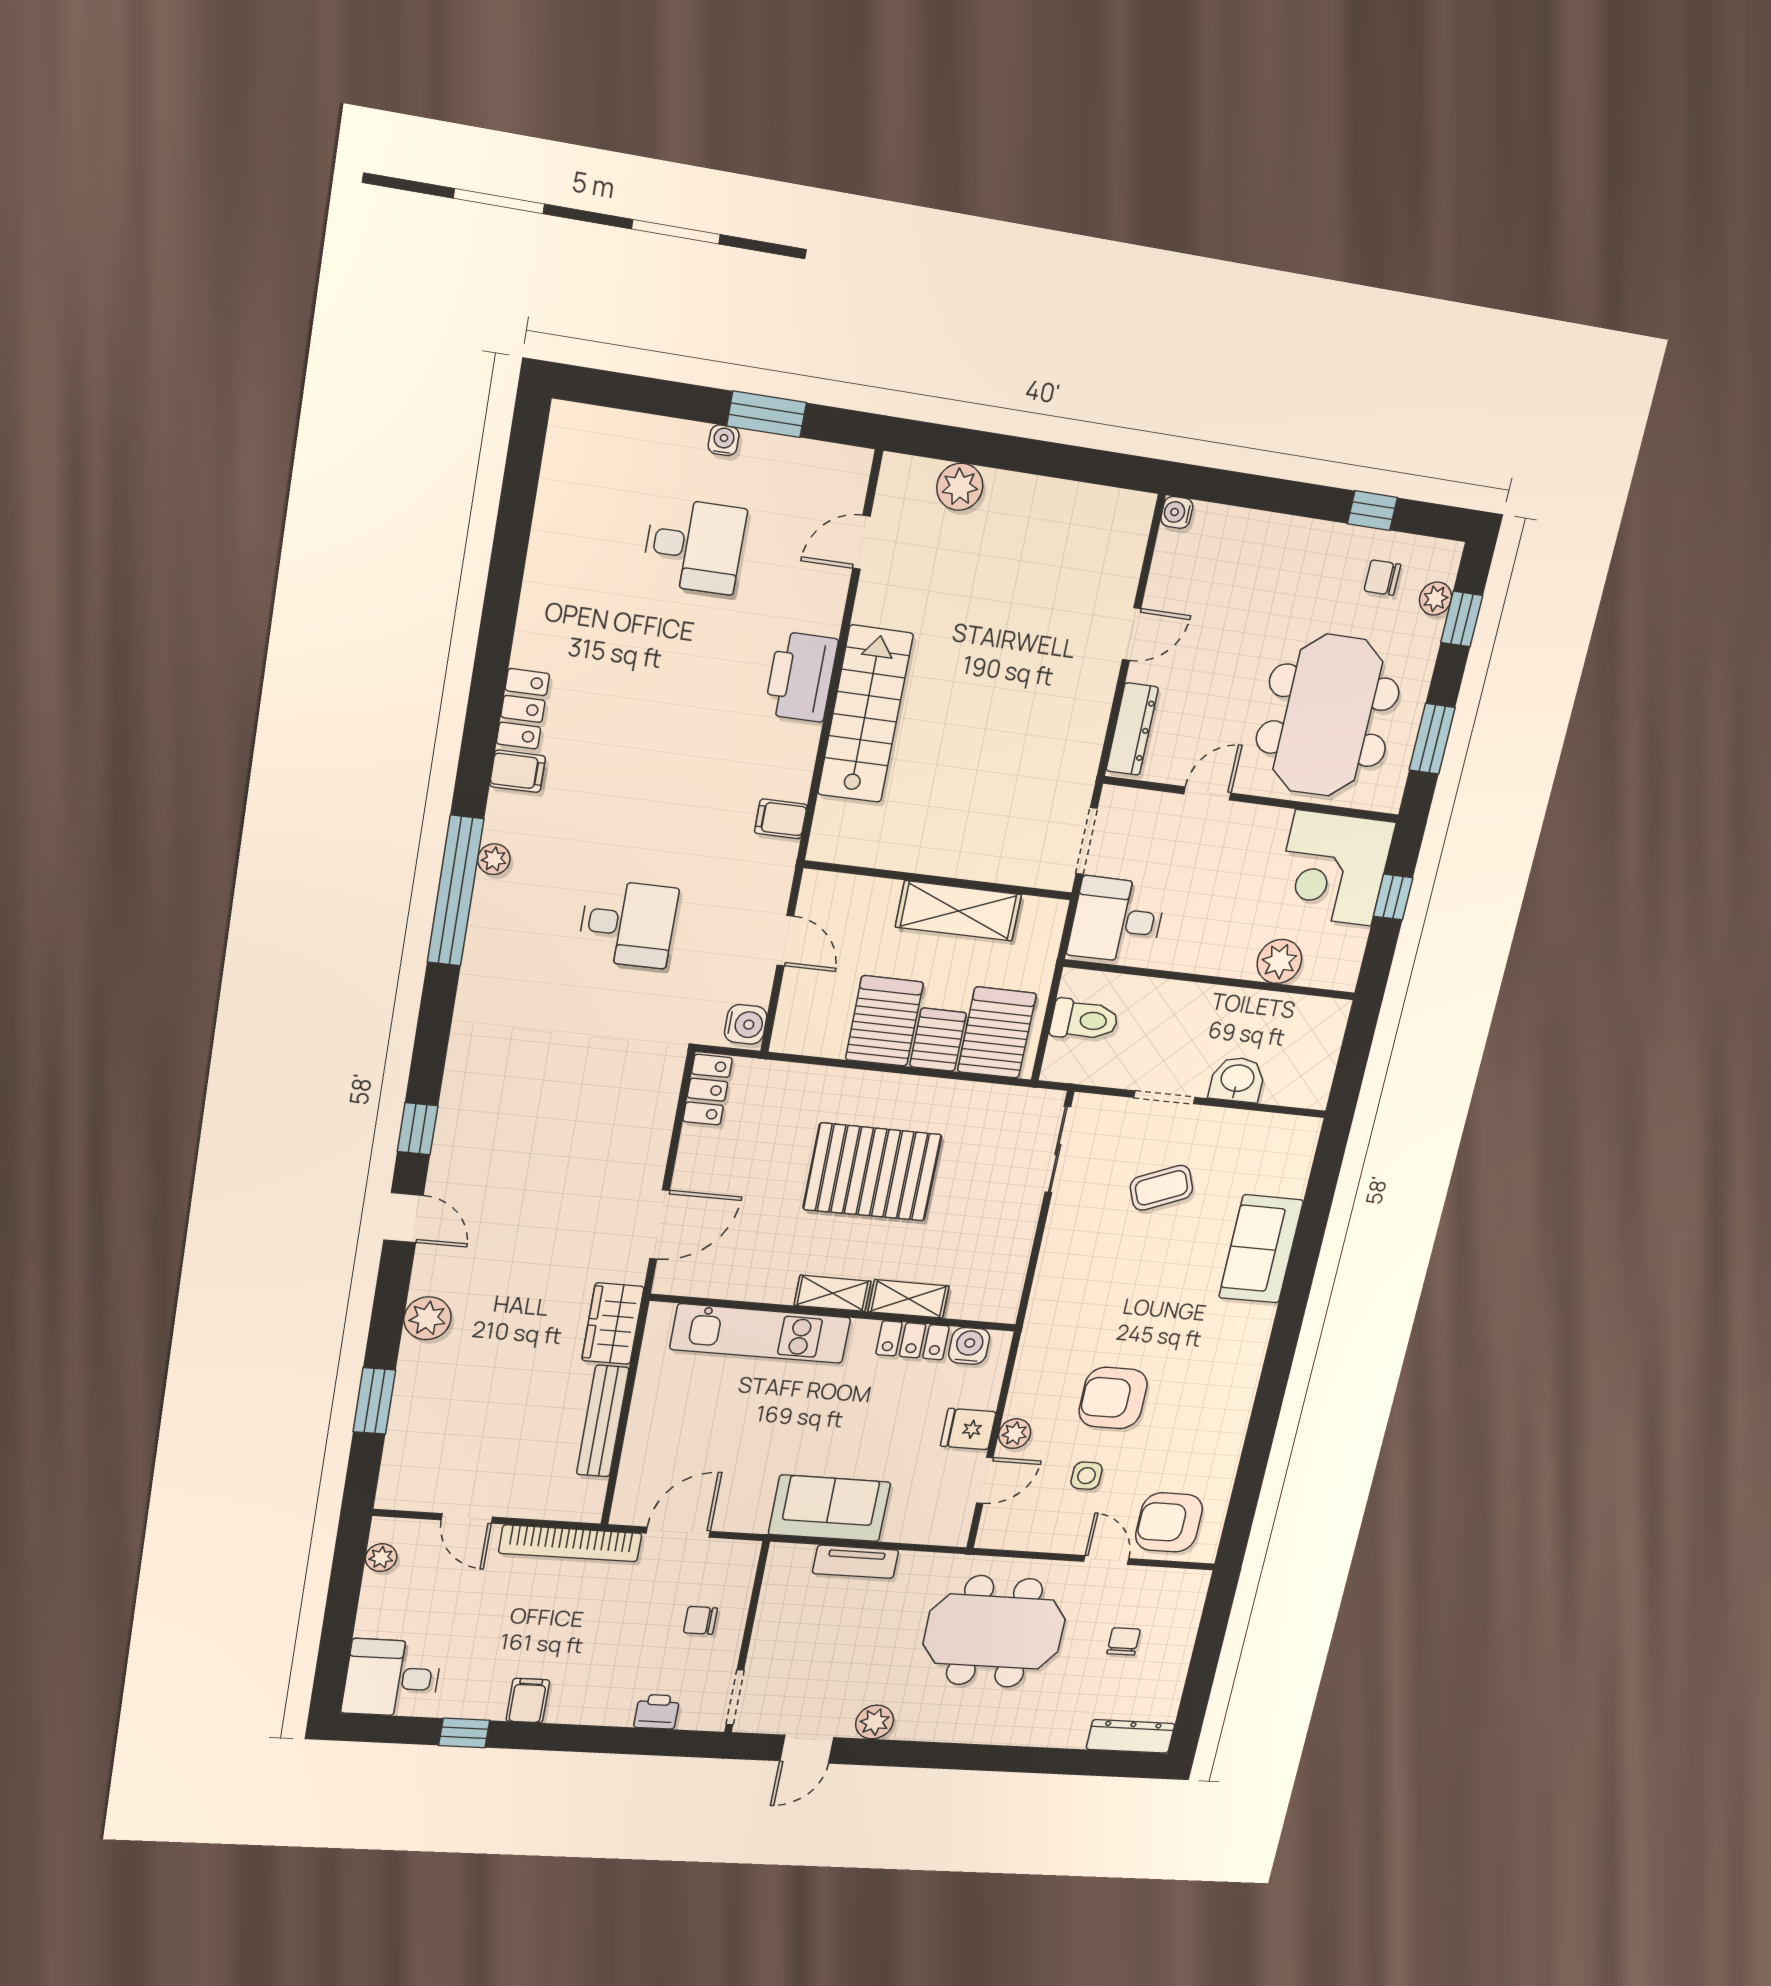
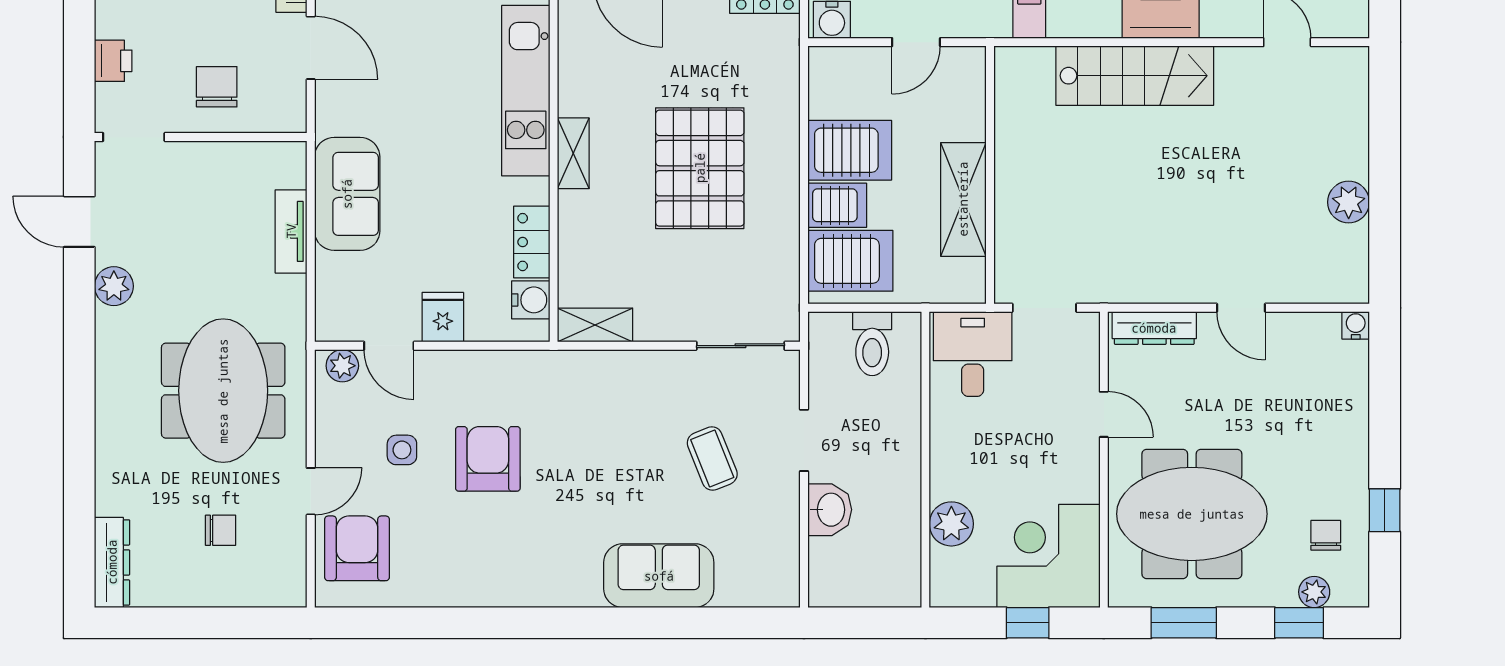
plant: (960, 487) -> (1349, 202), moved
shelving: (909, 1299) -> (595, 325), moved, turned 90
plant: (1015, 1434) -> (342, 366), moved
chair: (700, 1620) -> (217, 87), width x1.37, depth x1.37

